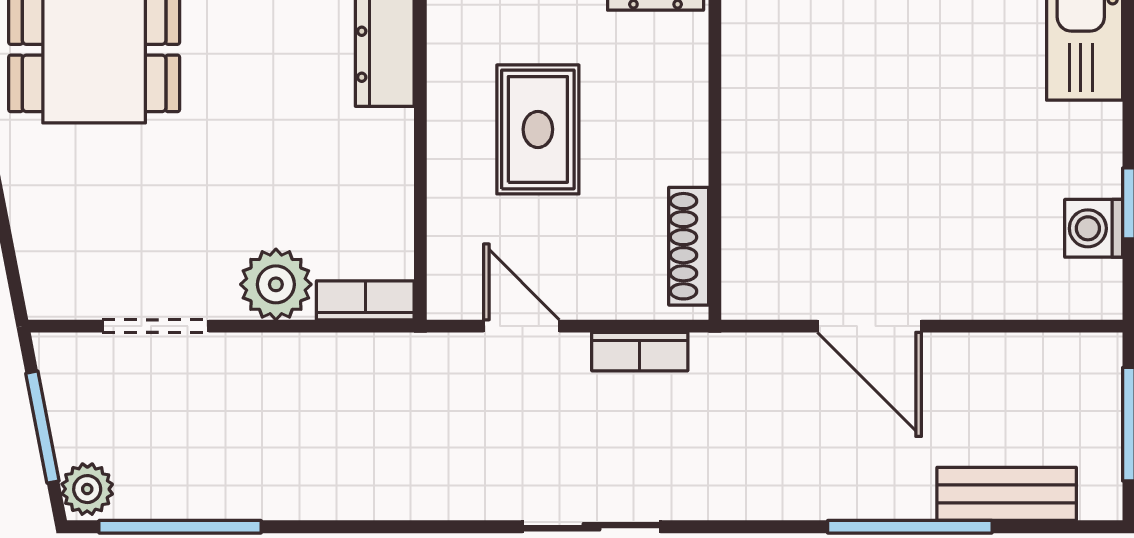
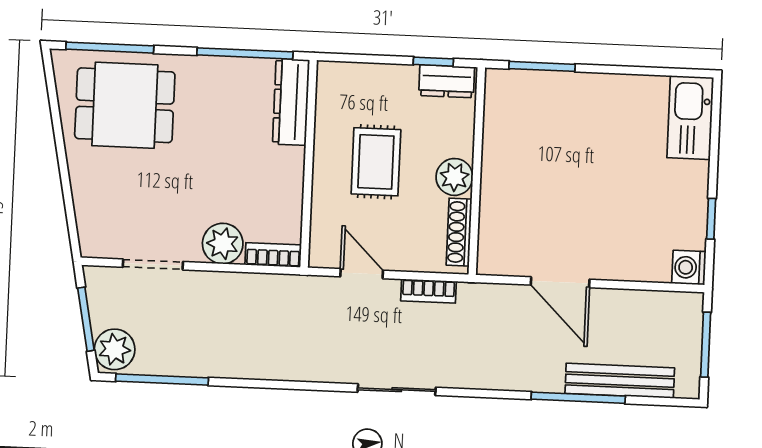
plant: (676, 150) -> (454, 177), added
washing machine: (1094, 228) -> (689, 267), moved
plant: (87, 489) -> (115, 349), width x1.38, depth x1.38
bench: (1007, 494) -> (620, 381), width x1.36

